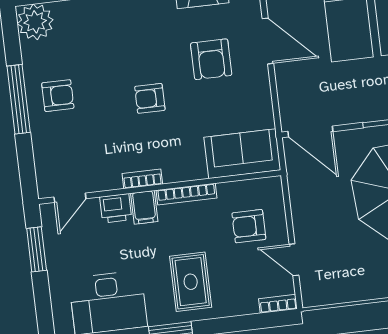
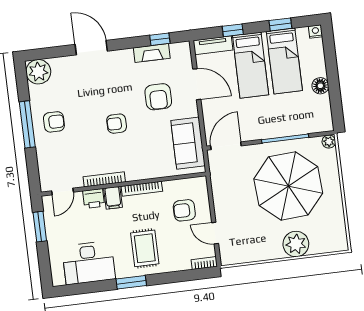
door: (310, 132) -> (226, 146), swing flipped
sofa: (242, 154) -> (188, 143), moved, turned -90
bookcase: (142, 179) -> (104, 179), width x1.56

